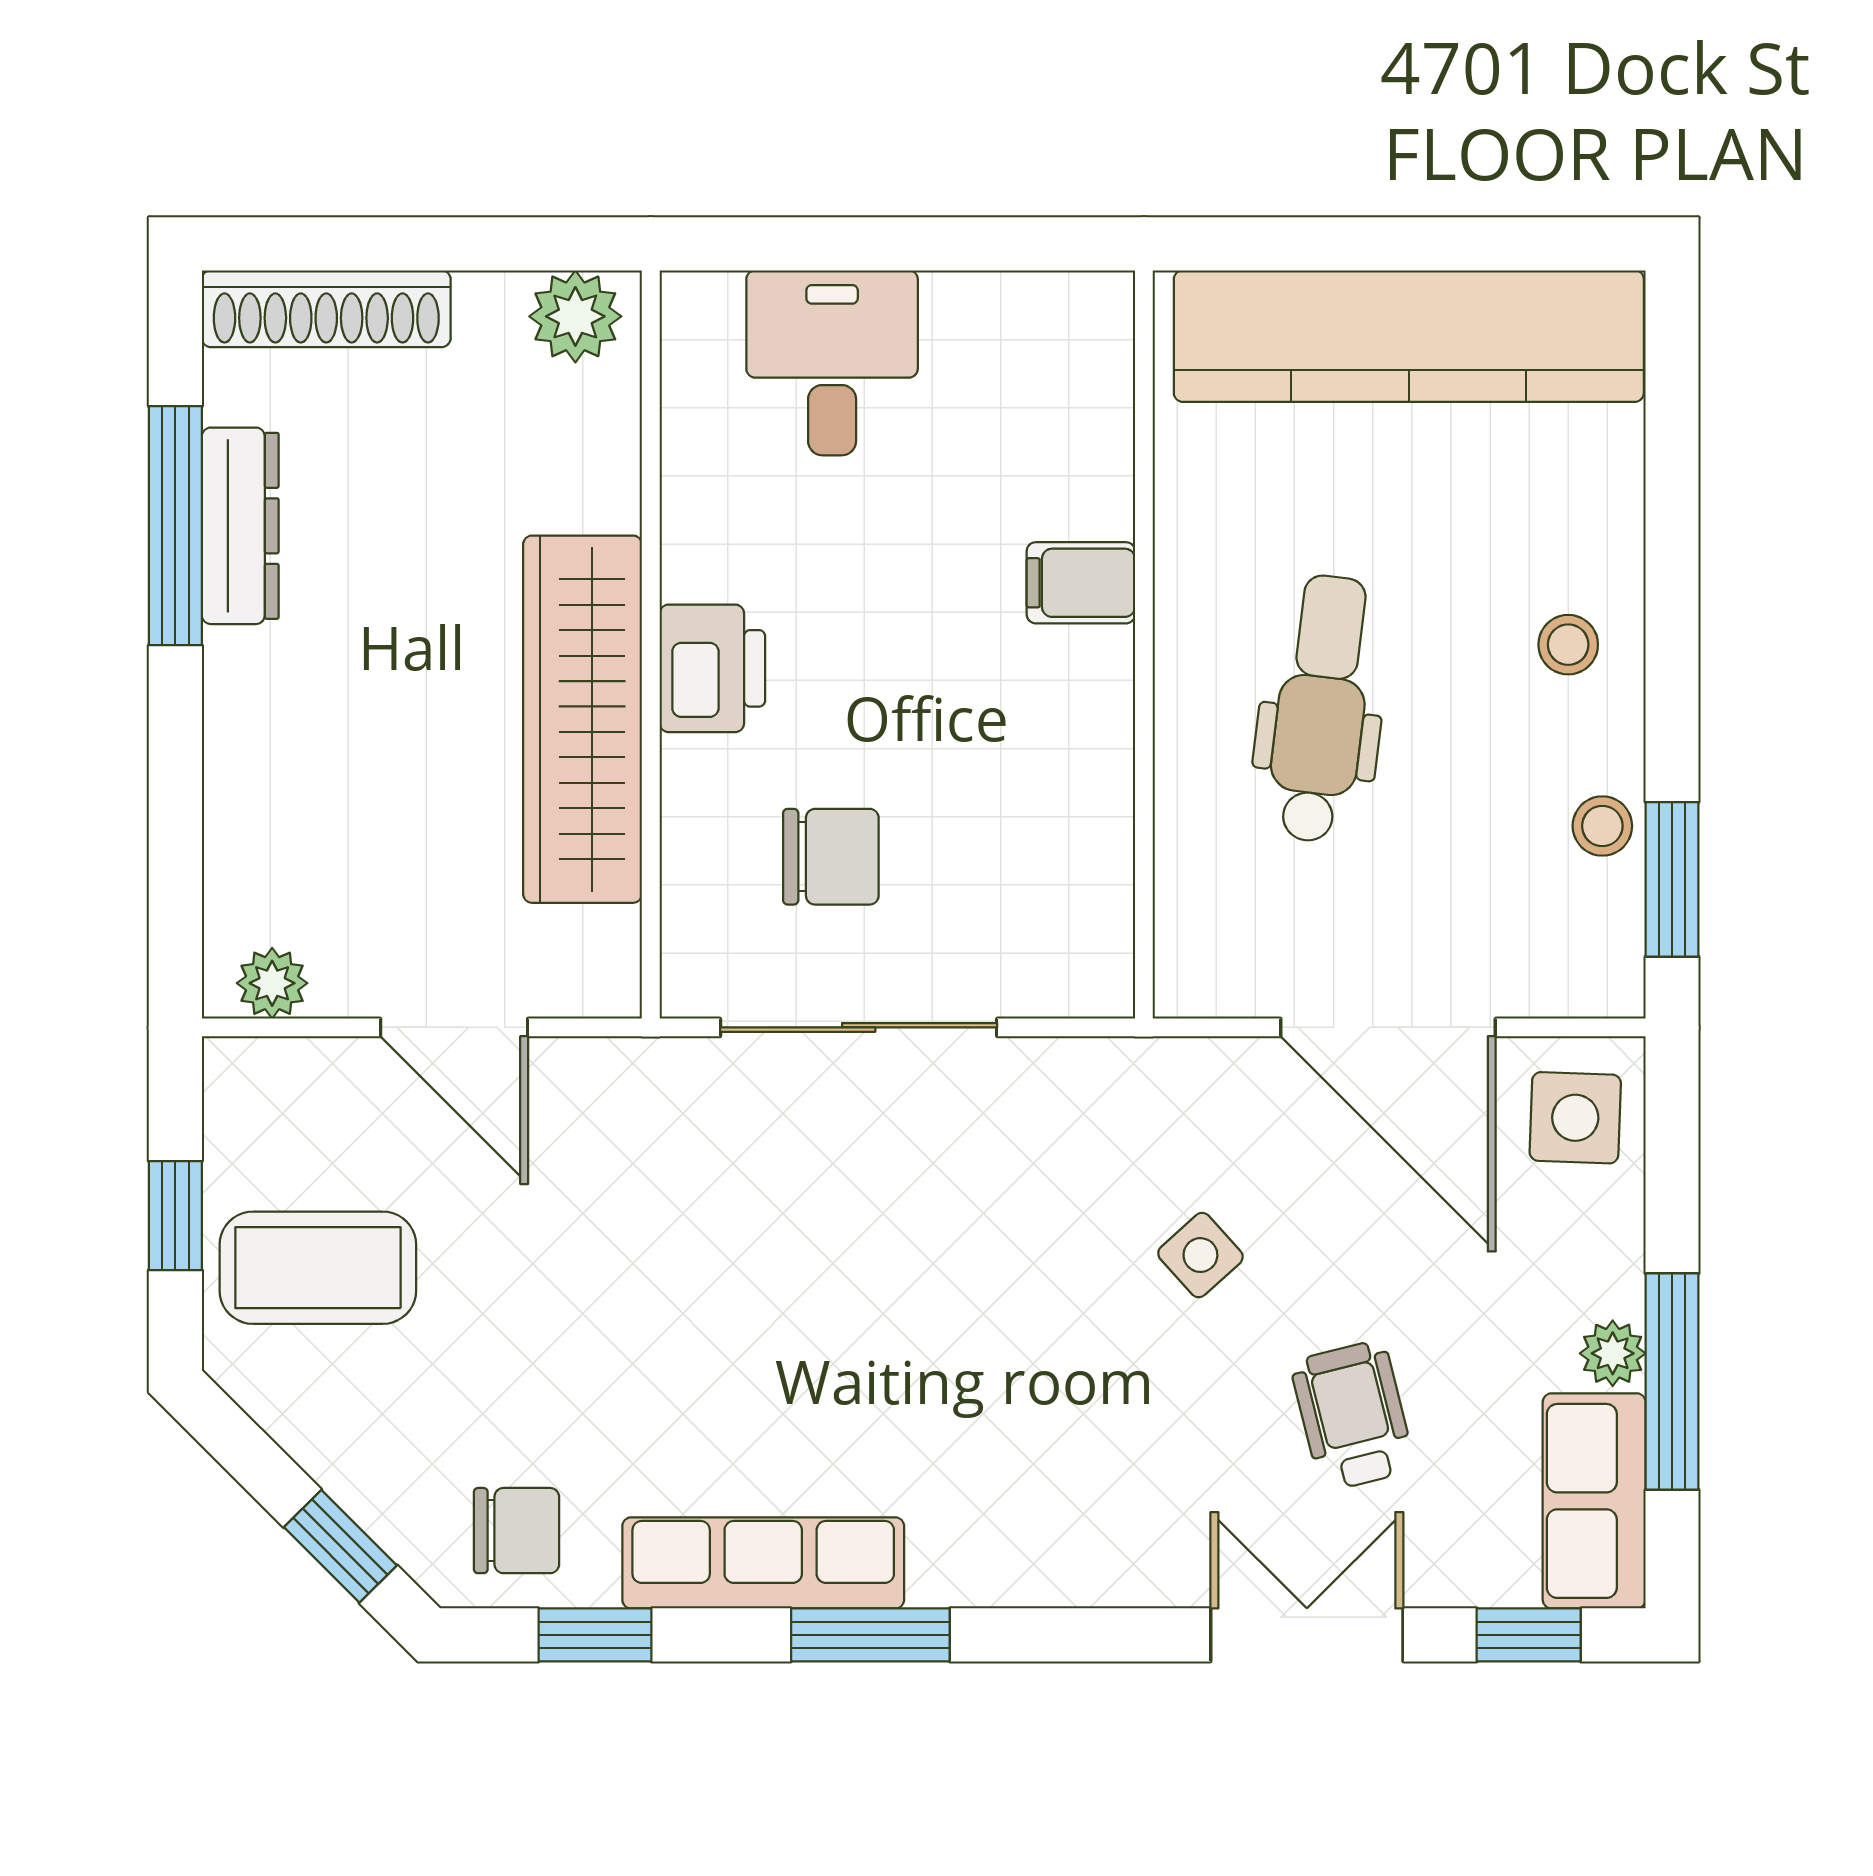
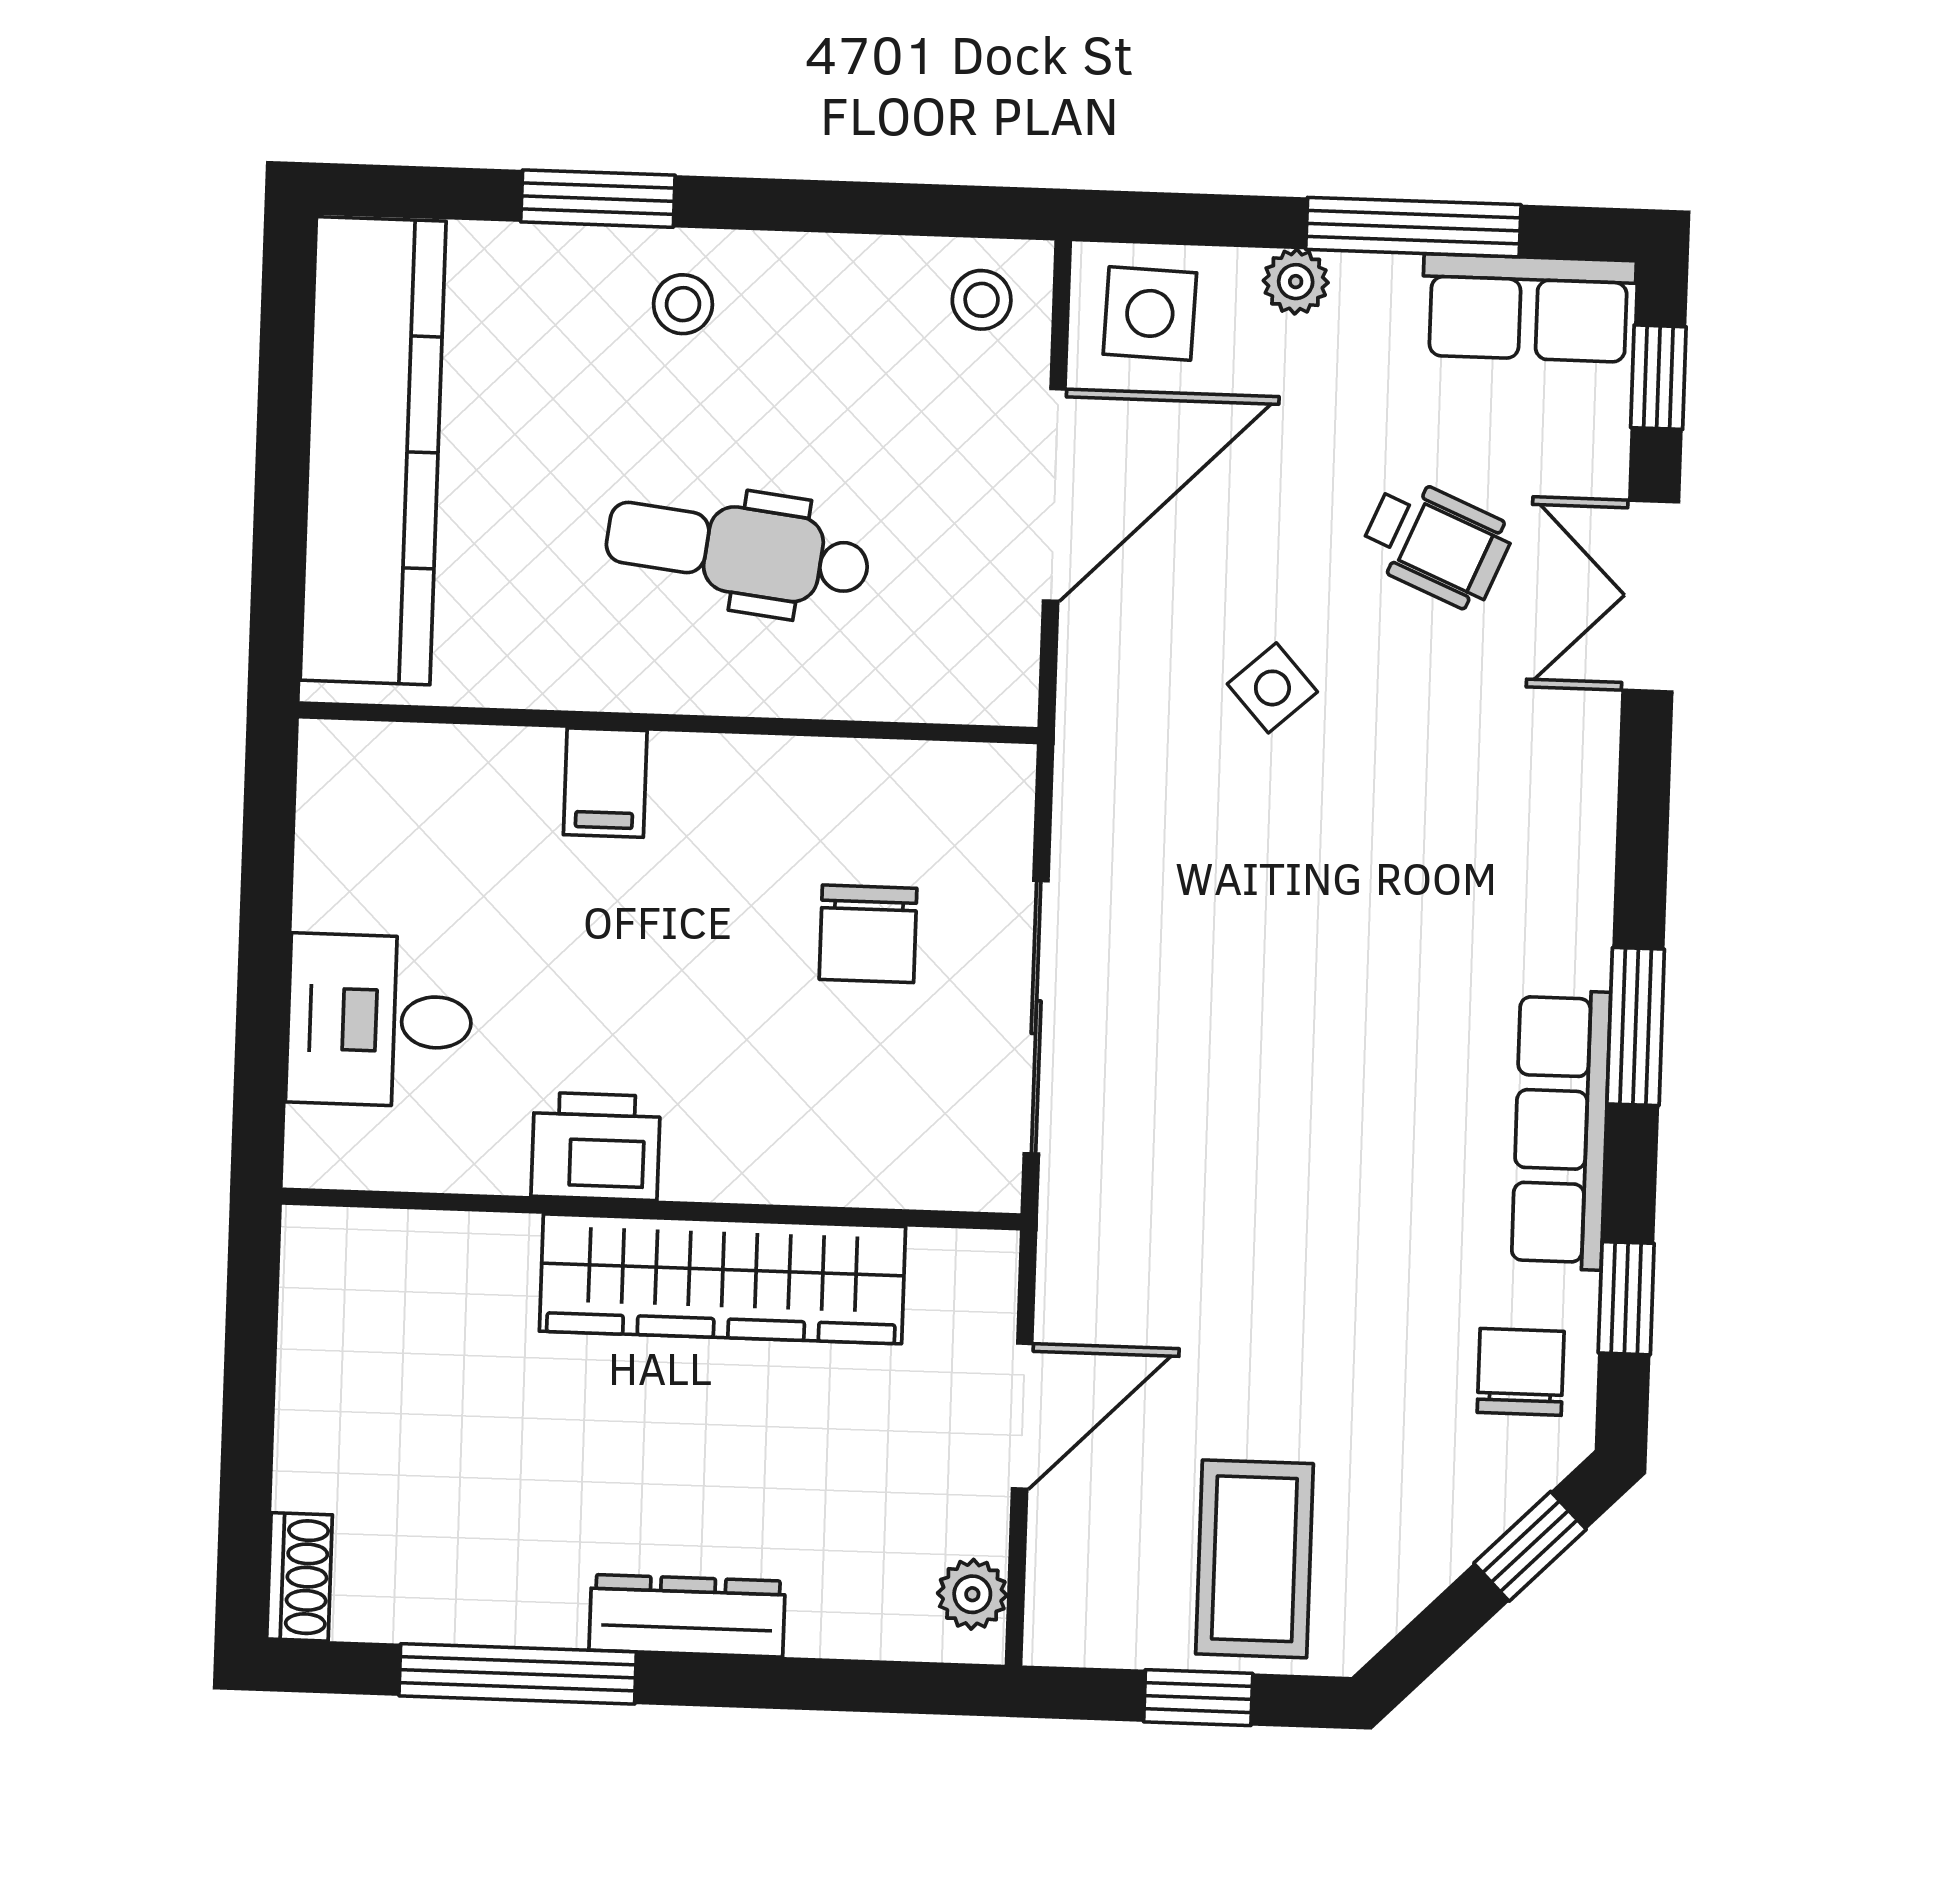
shoe rack: (326, 309) -> (300, 1577), width x0.51, depth x0.81
plant: (575, 316) -> (325, 1272), removed
dresser: (240, 526) -> (687, 1616), moved
printer: (712, 668) -> (596, 1146), moved
stool: (1602, 826) -> (982, 300), moved
chair: (831, 857) -> (868, 934), moved, turned 180
window: (1672, 879) -> (598, 199), moved
plant: (1613, 1353) -> (1296, 282), moved
wheelchair: (1353, 1416) -> (1436, 543), turned -143

